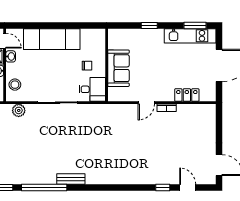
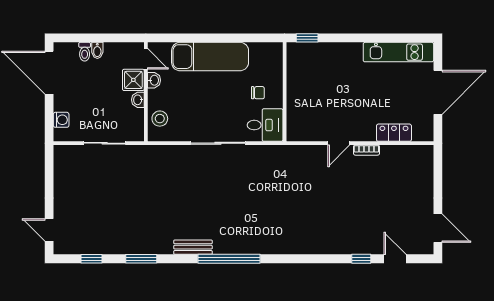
window: (149, 25) -> (307, 38), moved
window: (195, 25) -> (405, 38), removed
sofa: (118, 68) -> (301, 96), removed
plant: (19, 110) -> (165, 154), removed
bench: (71, 179) -> (193, 247), moved
window: (44, 188) -> (229, 259), moved

